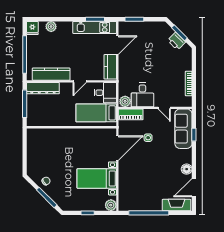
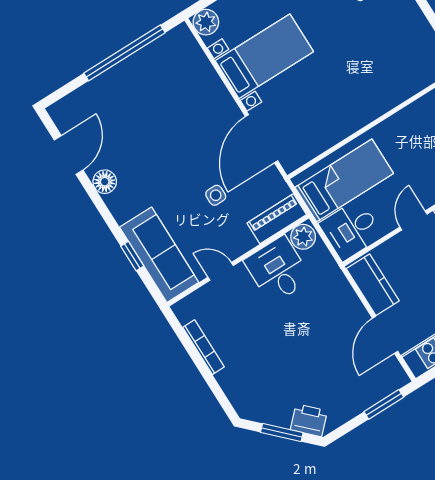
printer: (176, 41) -> (309, 420), moved
fireplace: (176, 205) -> (81, 101), removed

